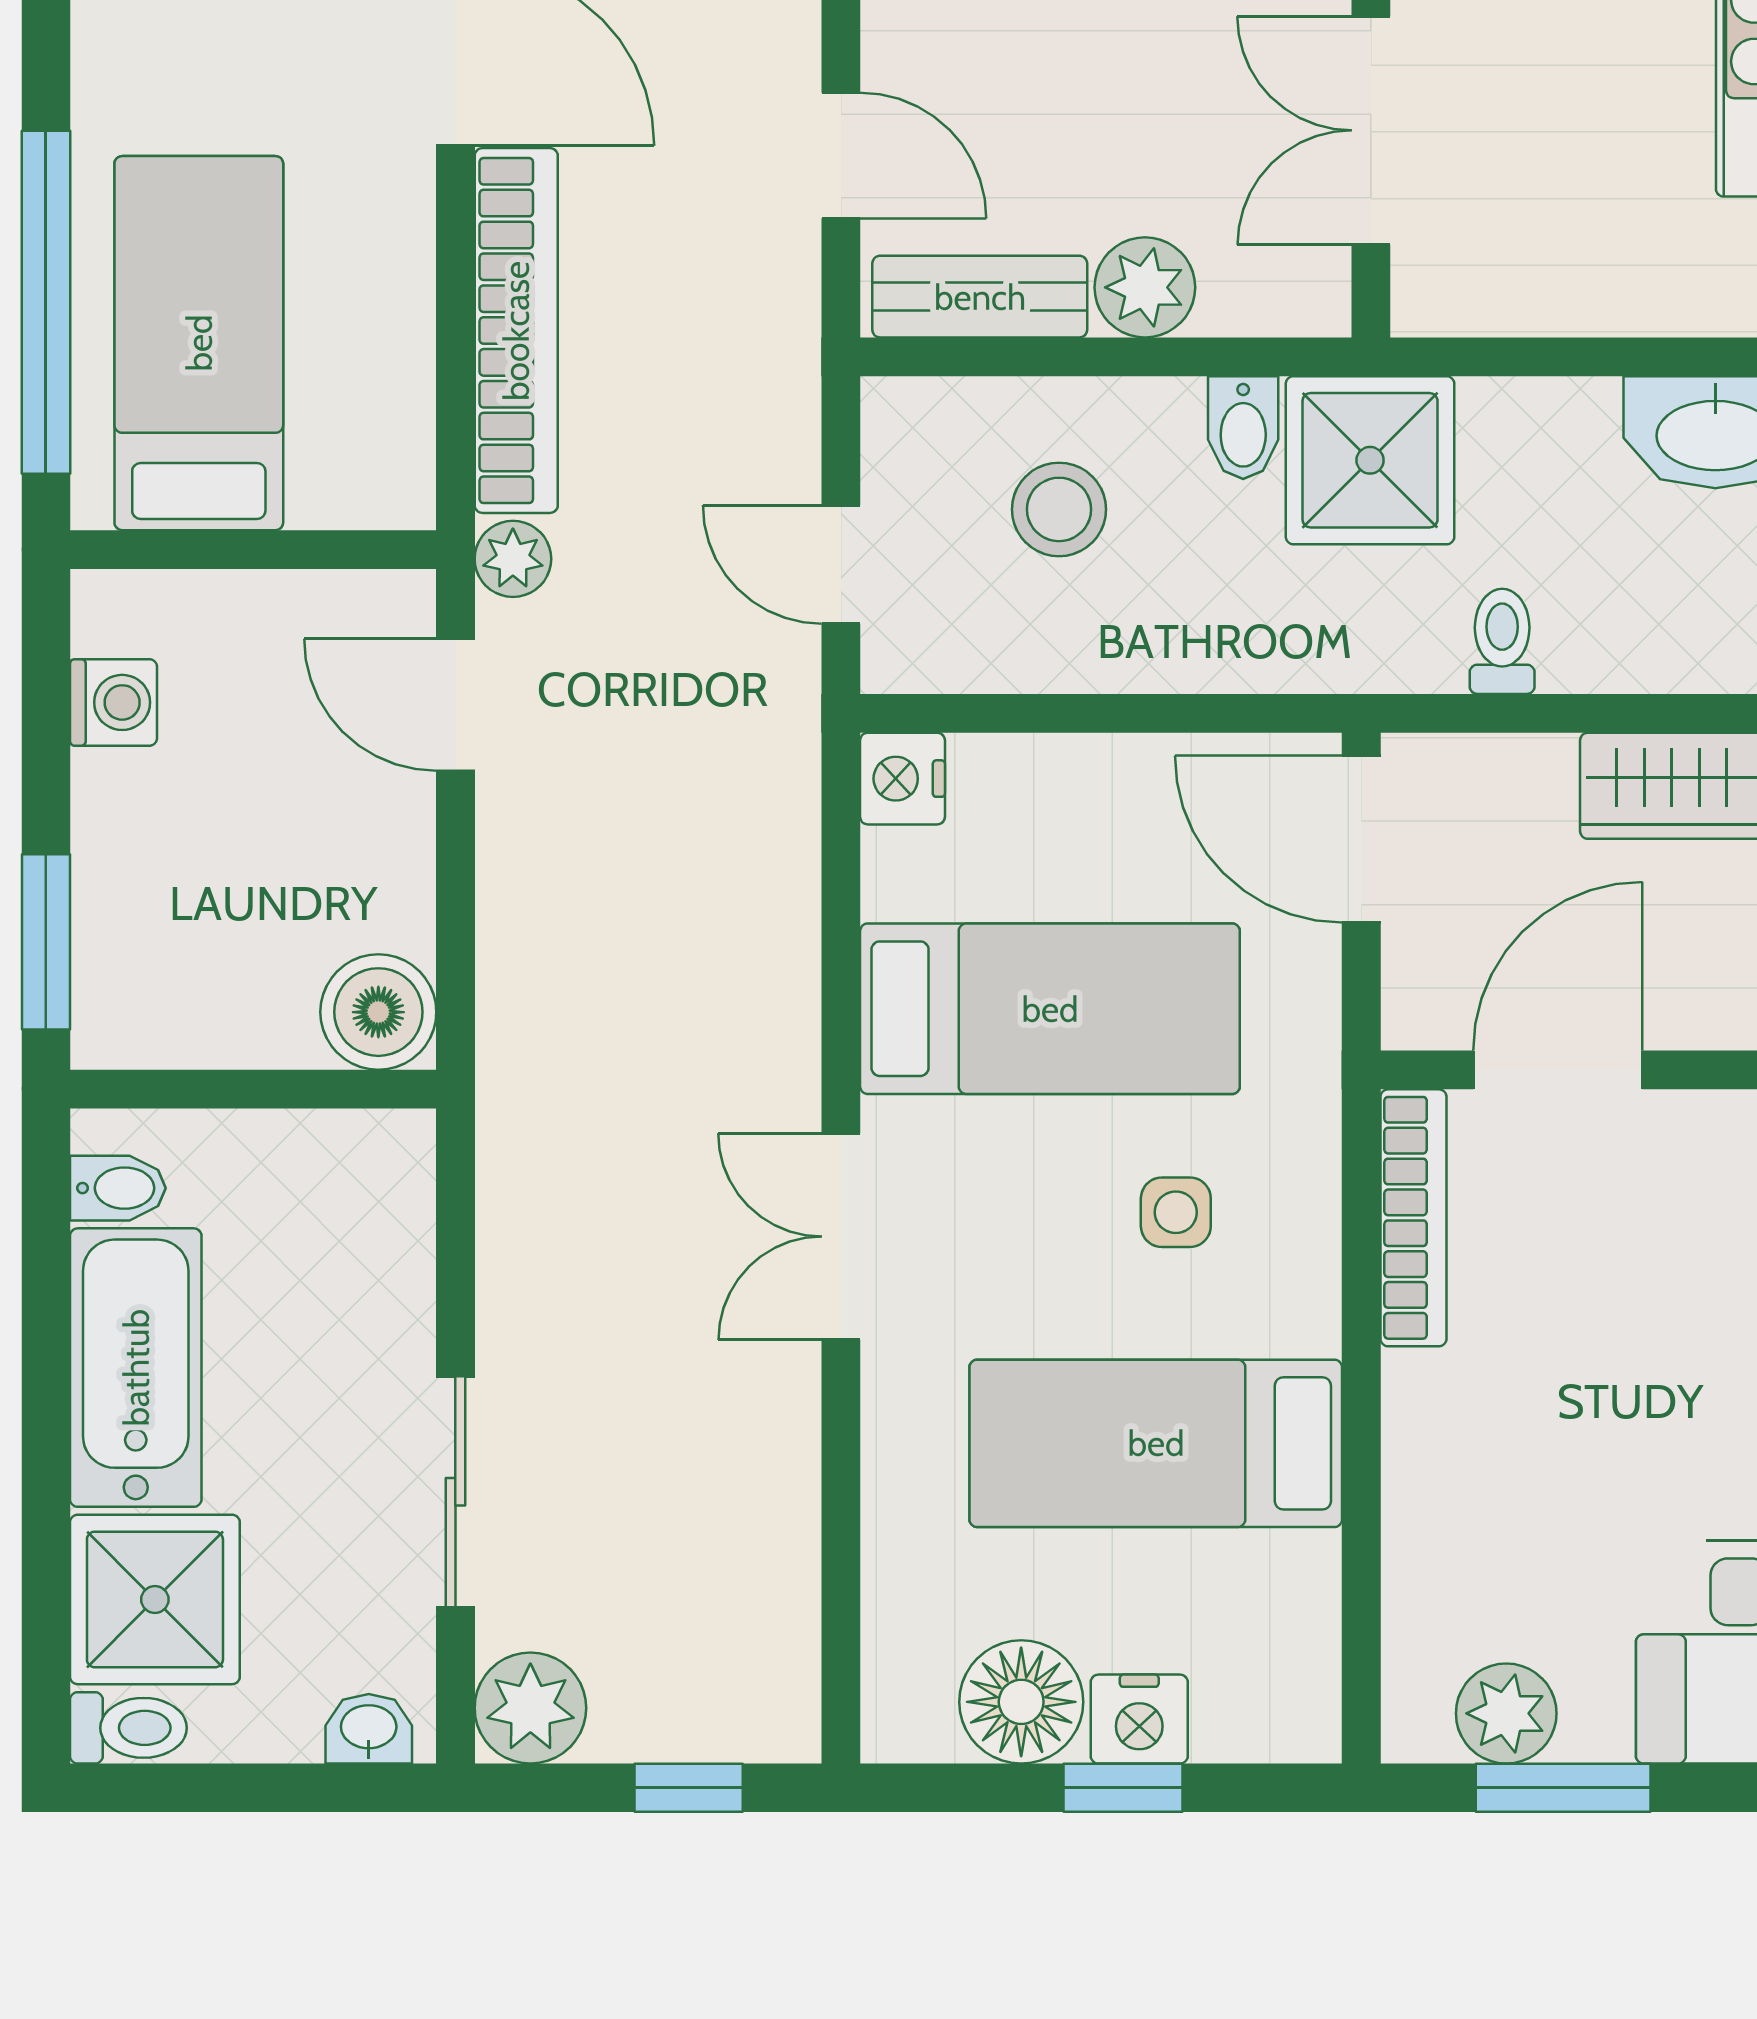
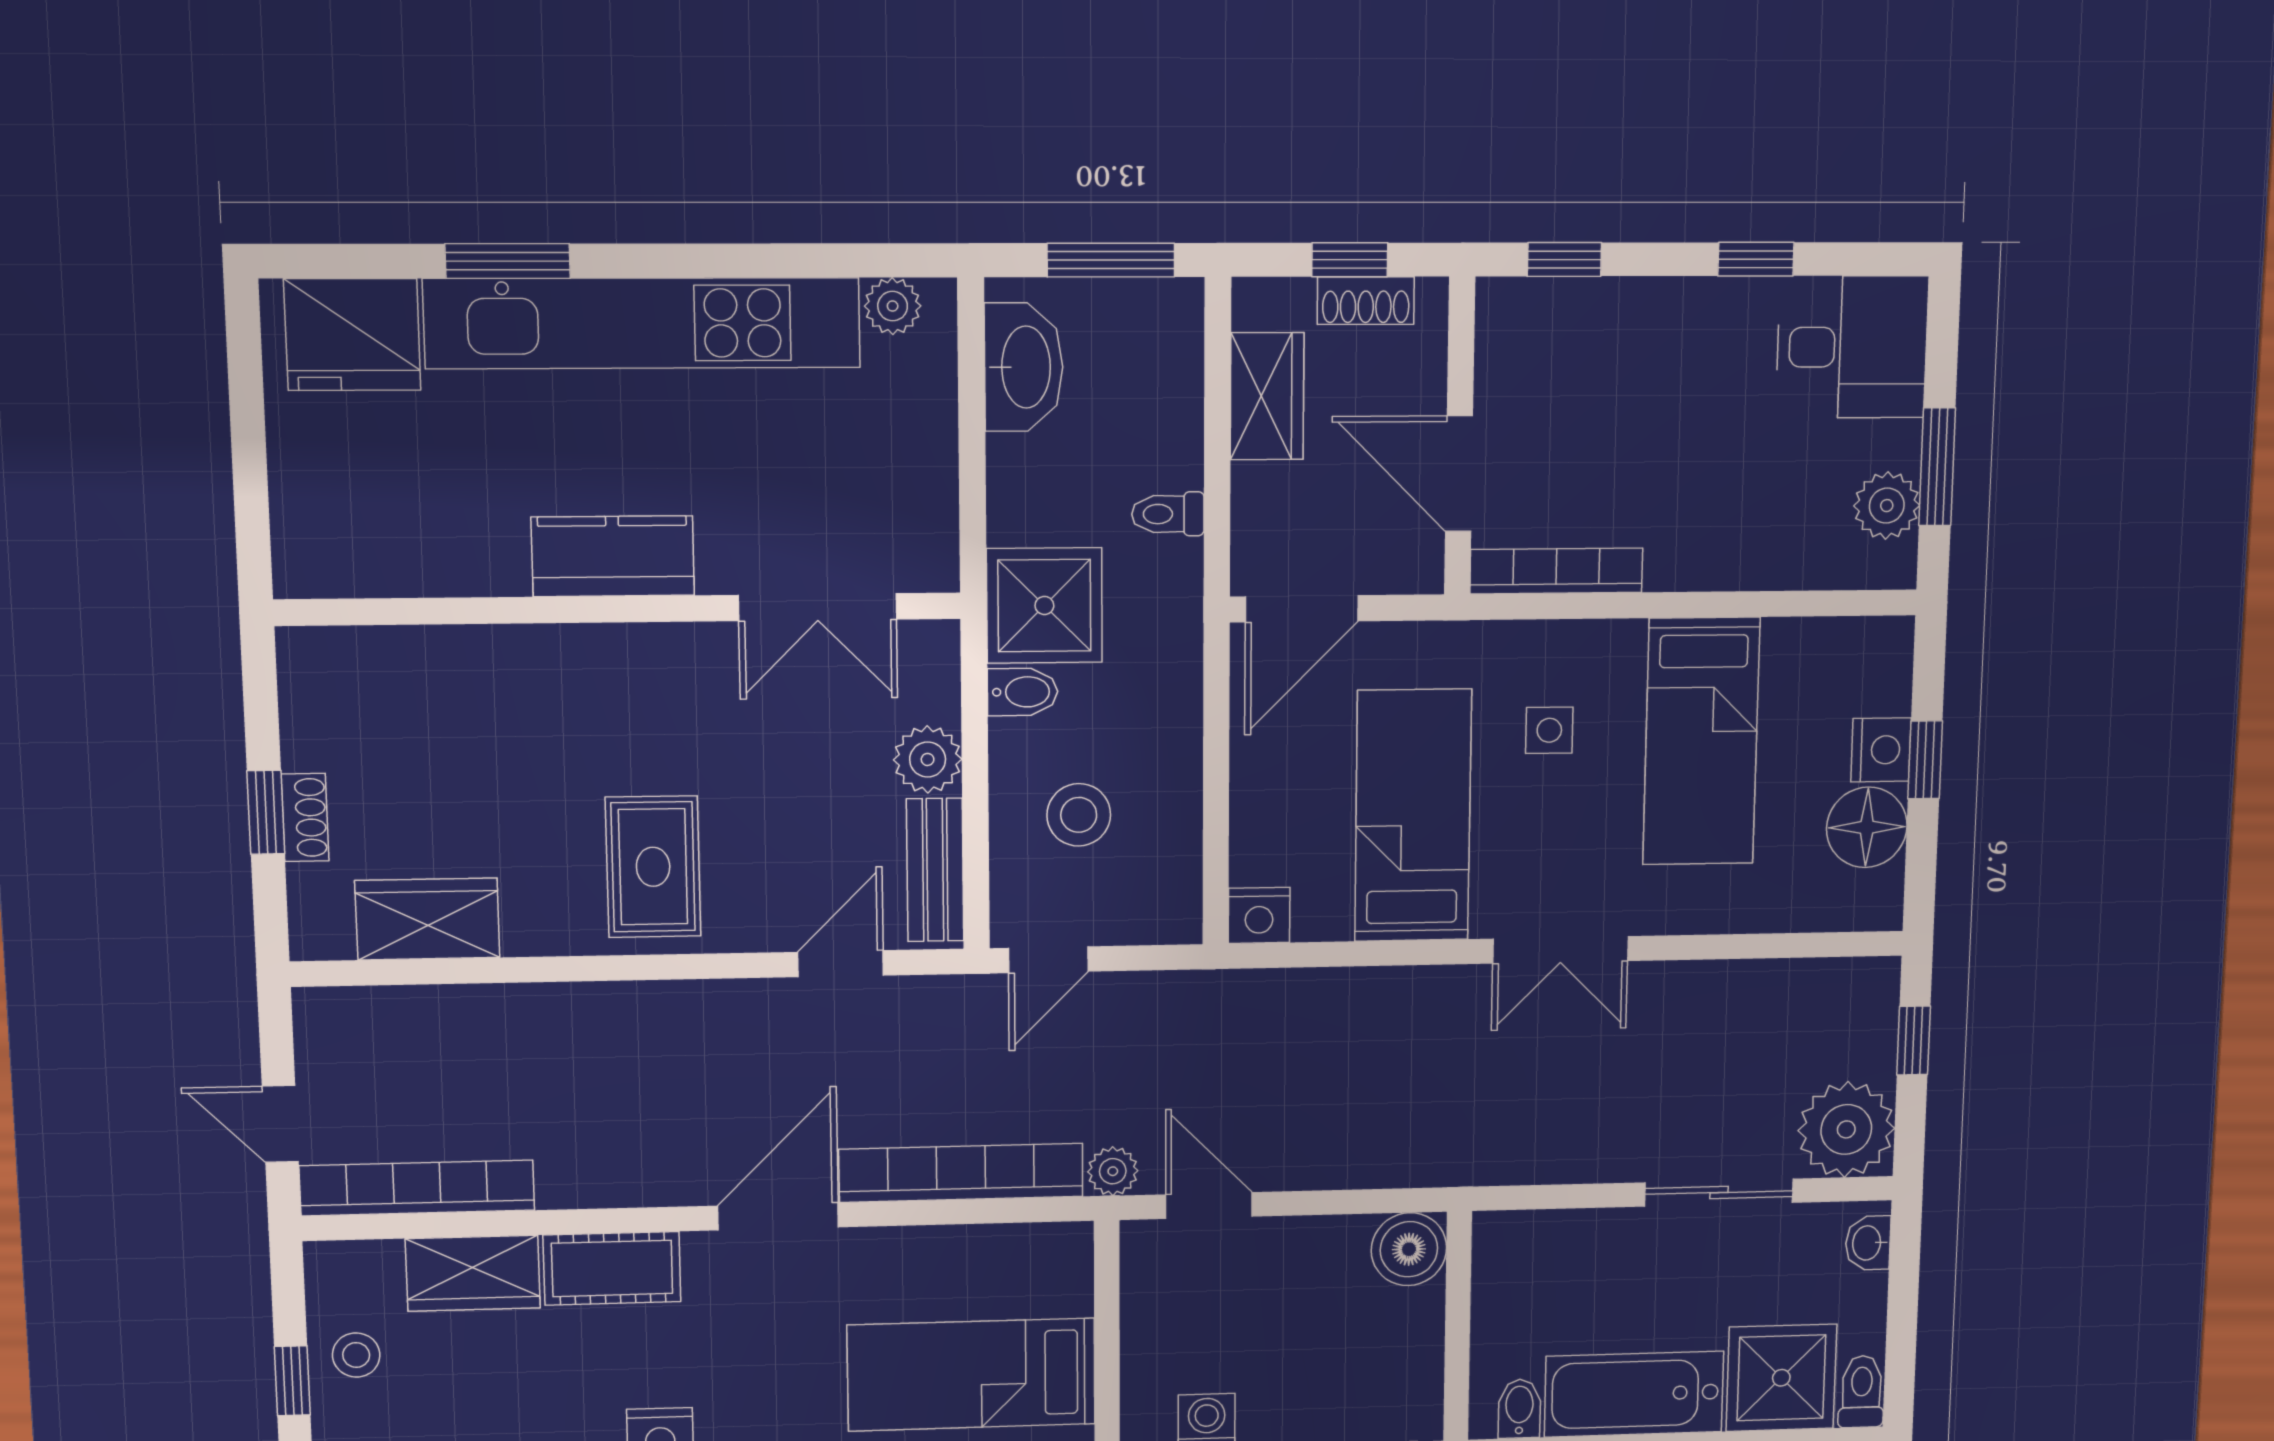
door: (841, 564) -> (1048, 960), moved
door: (455, 705) -> (1209, 1206), swing flipped
plant: (530, 1708) -> (1846, 1129), width x1.36, depth x1.36

